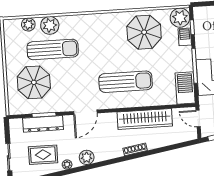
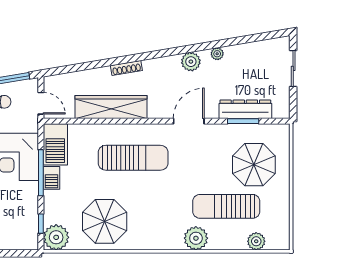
plant: (50, 25) -> (196, 238), moved
barbecue: (185, 37) -> (51, 178), moved
sun lounger: (126, 82) -> (133, 158), turned 180
rug: (43, 155) -> (248, 69), removed

